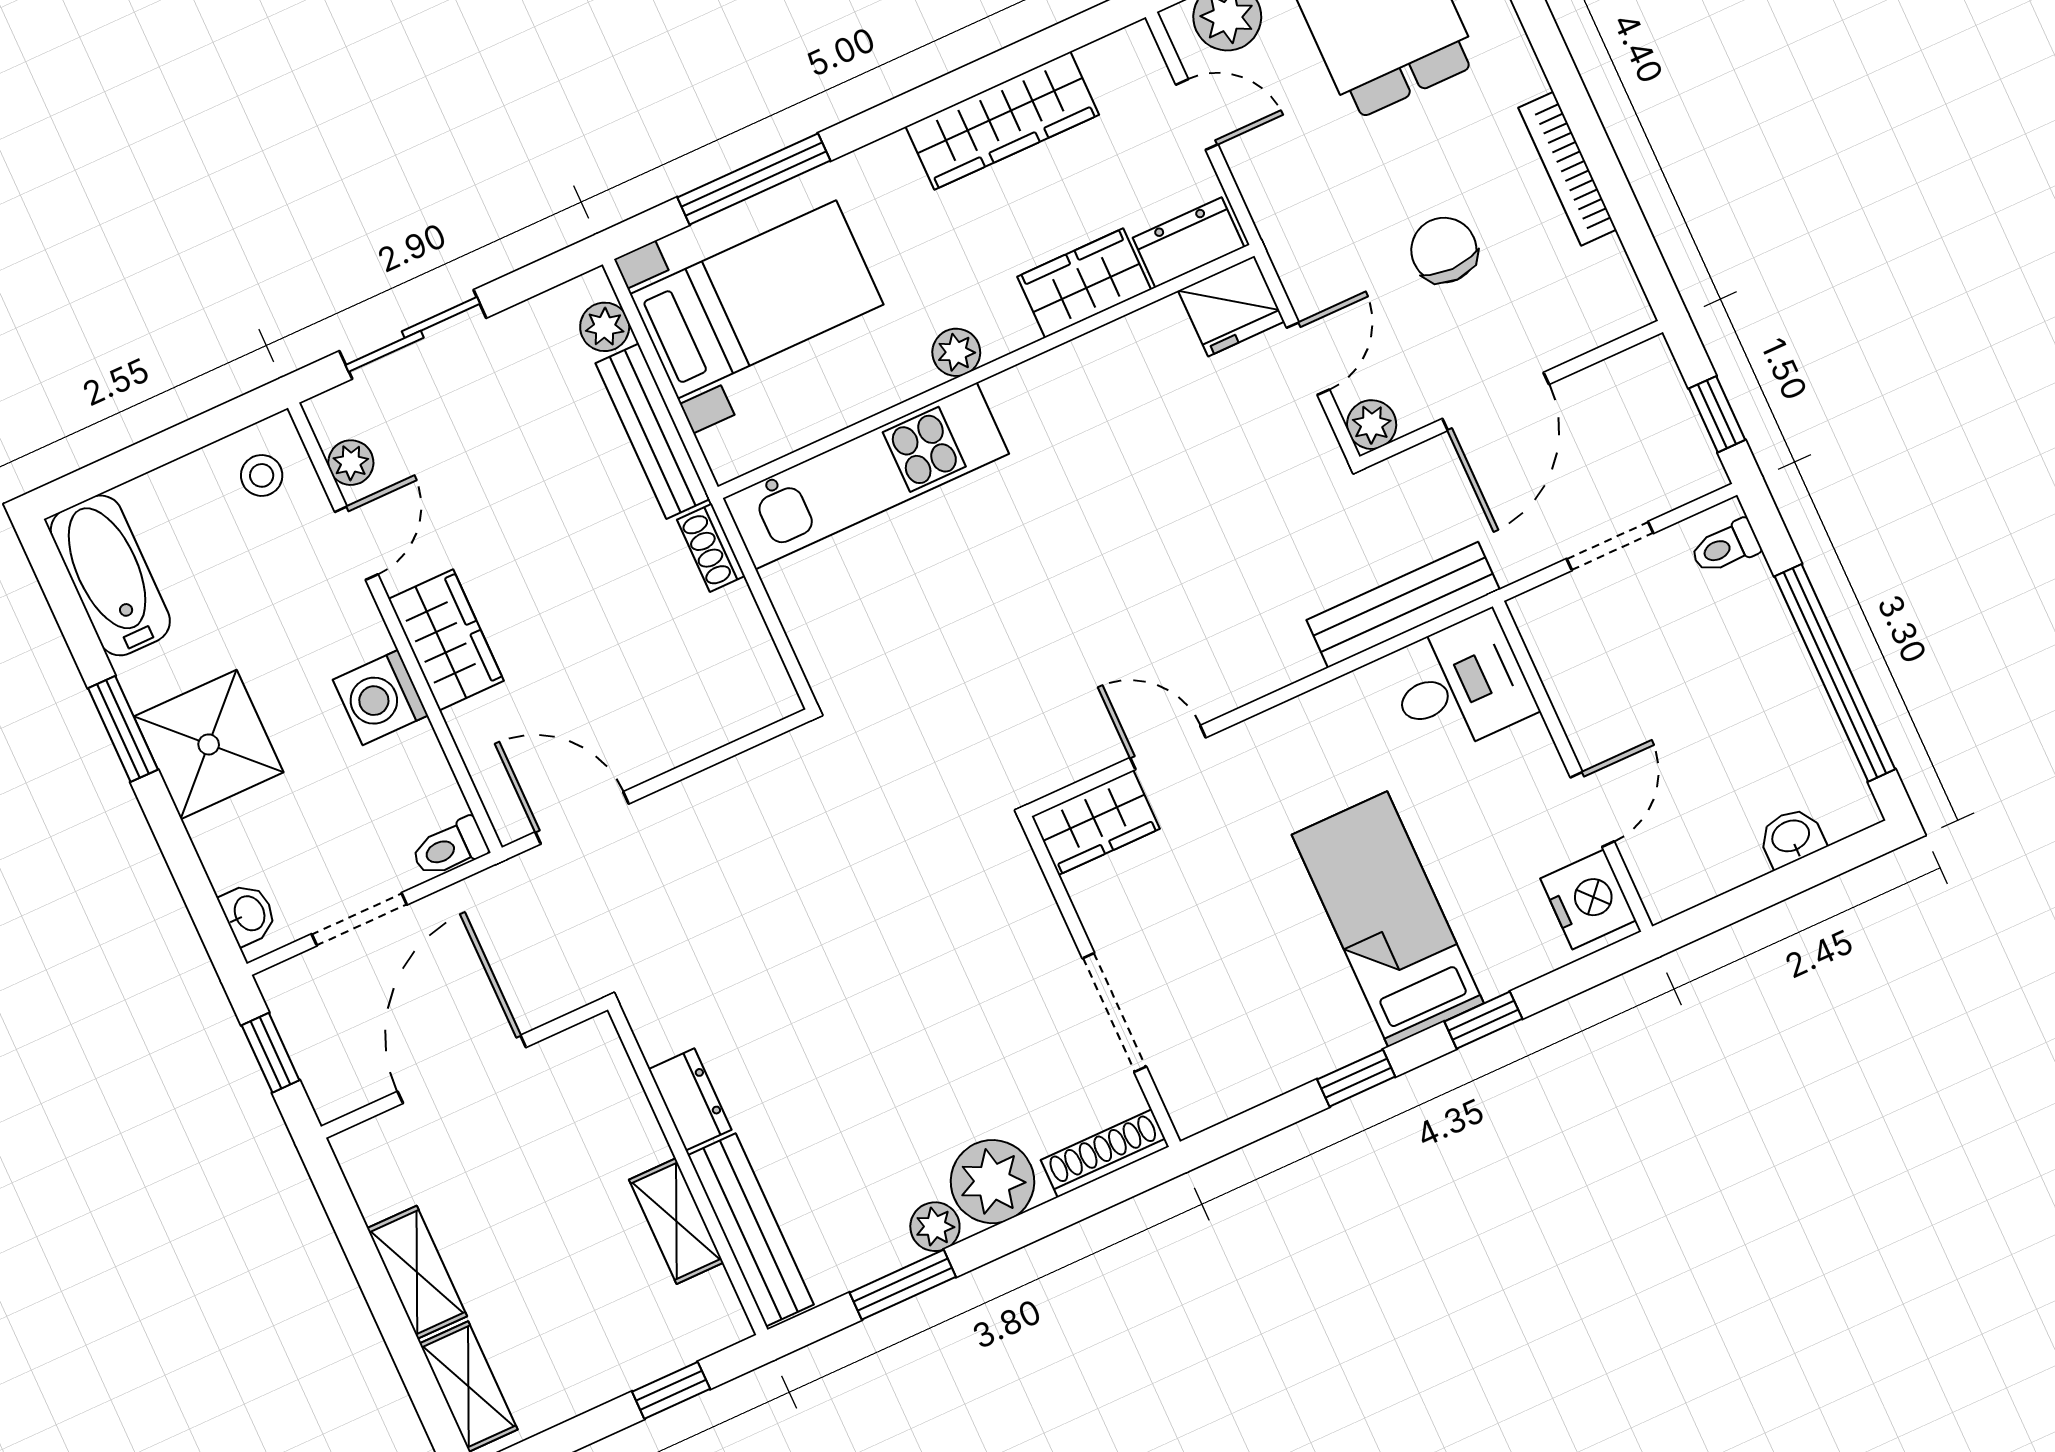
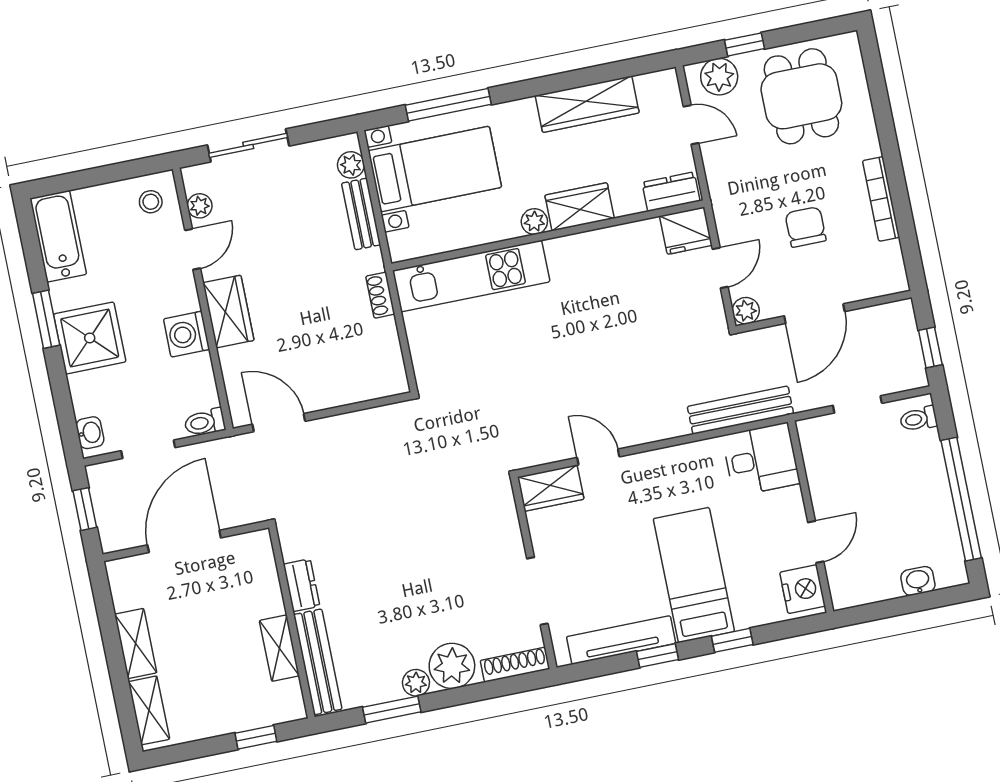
wardrobe: (1084, 283) -> (580, 207), moved
bench: (653, 431) -> (361, 214), width x0.73
tv unit: (1285, 1065) -> (621, 640), added

